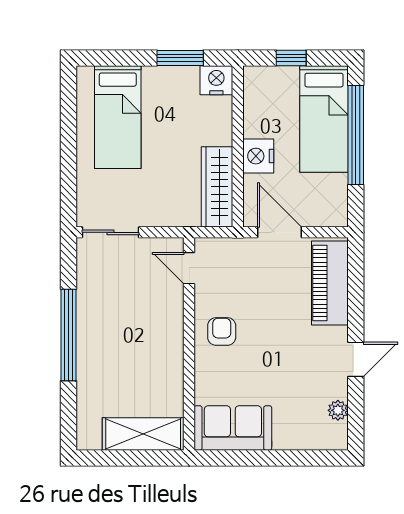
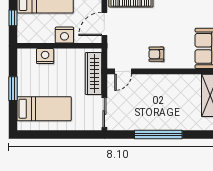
window: (180, 58) -> (13, 89), moved
nightstand: (216, 80) -> (45, 56), moved, turned 90
wardrobe: (217, 187) -> (94, 74), moved, turned 90

